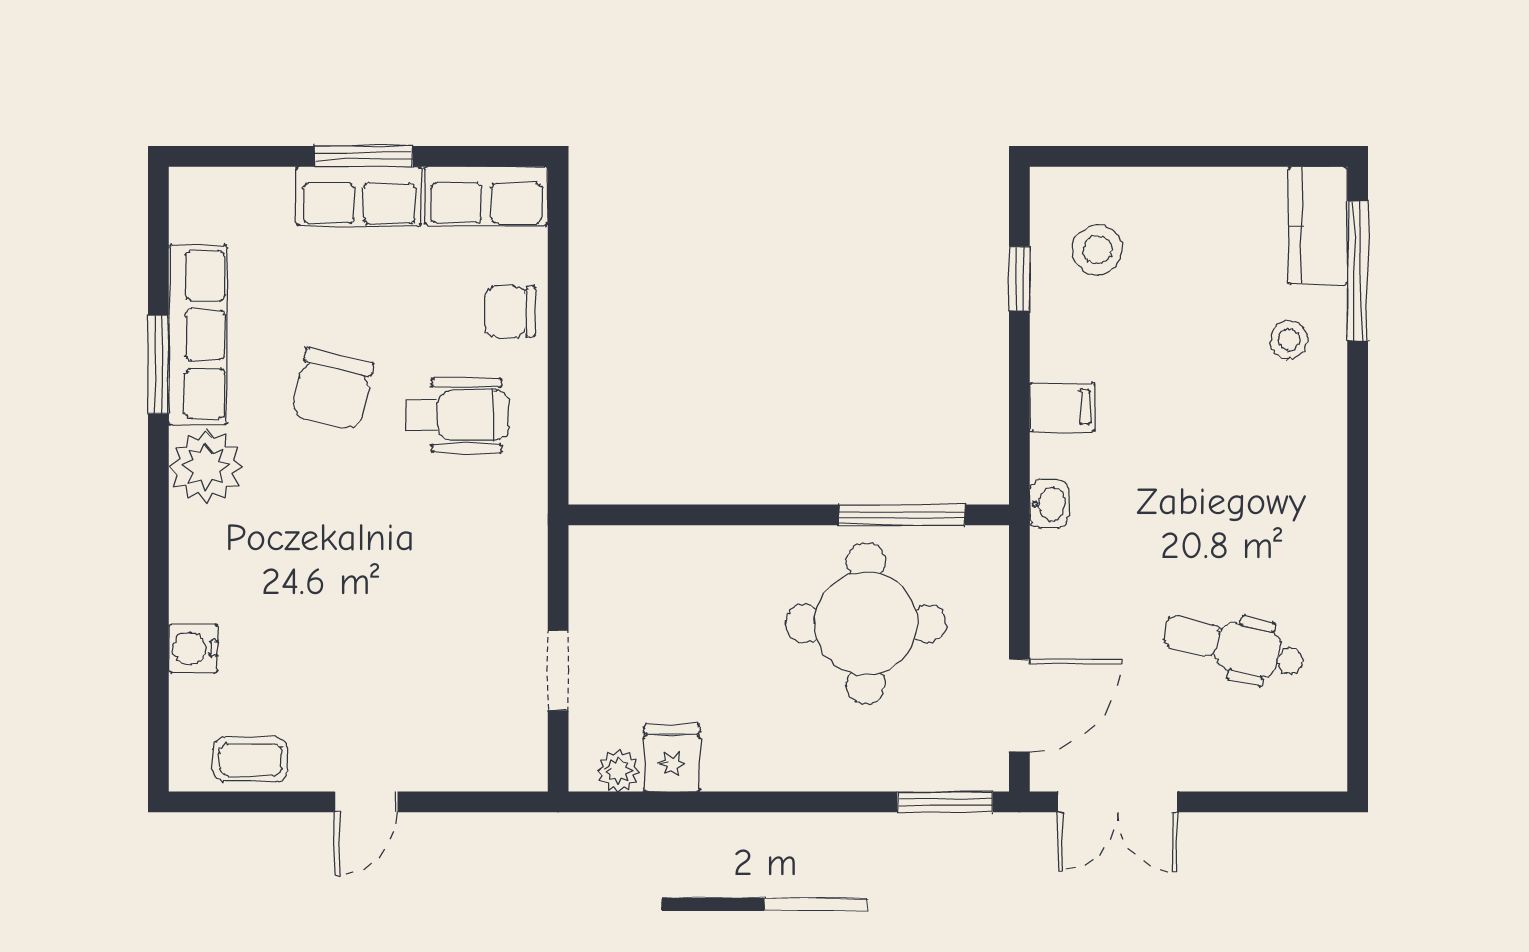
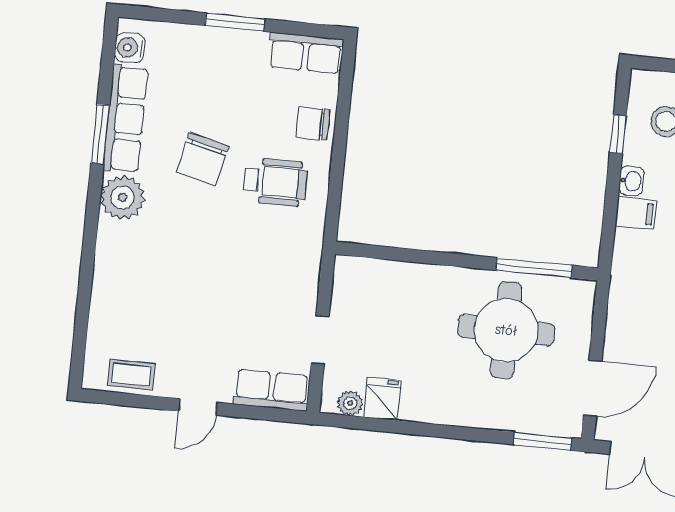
row of seats: (359, 196) -> (271, 390), moved, turned 180
washbasin: (1049, 504) -> (631, 181), moved
water cooler: (193, 648) -> (130, 48), moved

